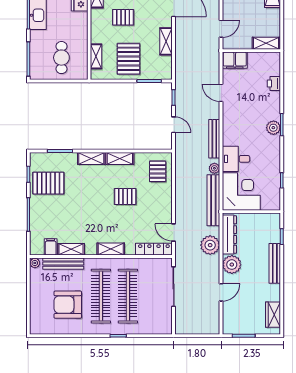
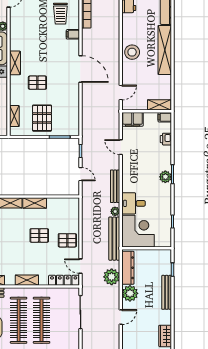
shelving: (166, 41) -> (74, 103), removed
filing cabinet: (273, 58) -> (165, 117), added
pallet: (158, 171) -> (67, 240), moved, turned 90

